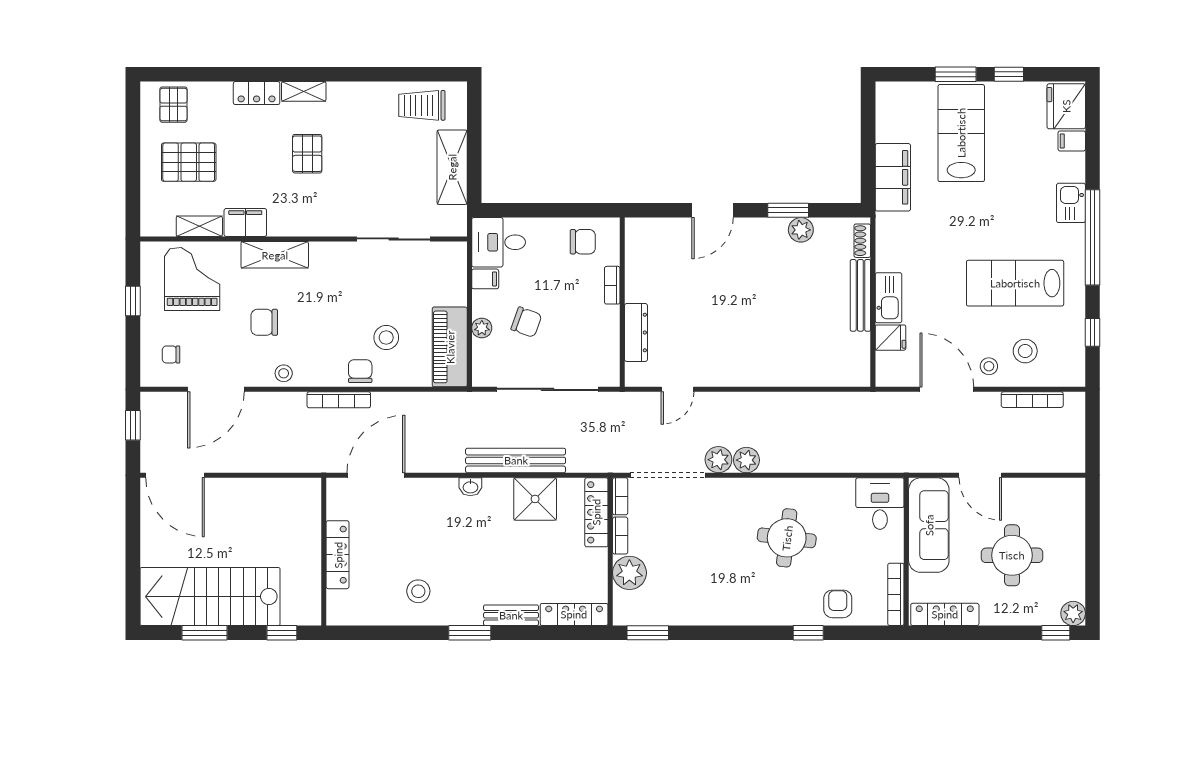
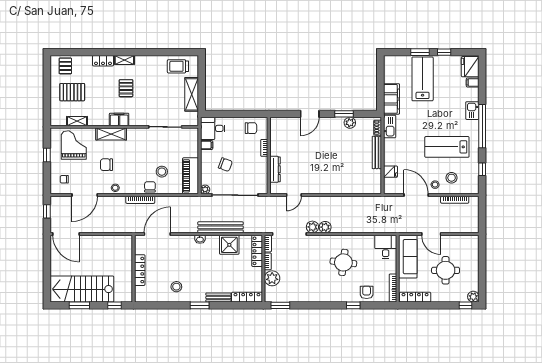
filing cabinet: (245, 222) -> (119, 119), moved
kitchen sink: (889, 298) -> (390, 127), moved
plant: (482, 328) -> (205, 189), moved

